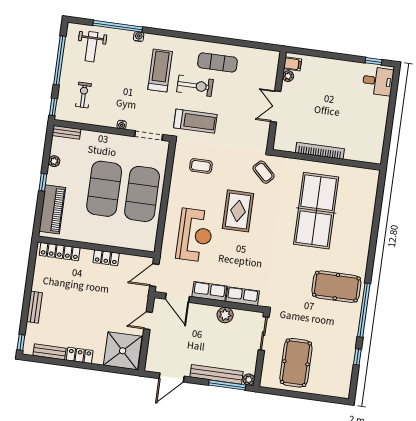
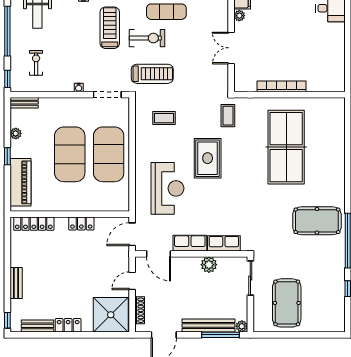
coffee table: (264, 172) -> (228, 116), turned 46
shoe rack: (151, 350) -> (140, 310), added

